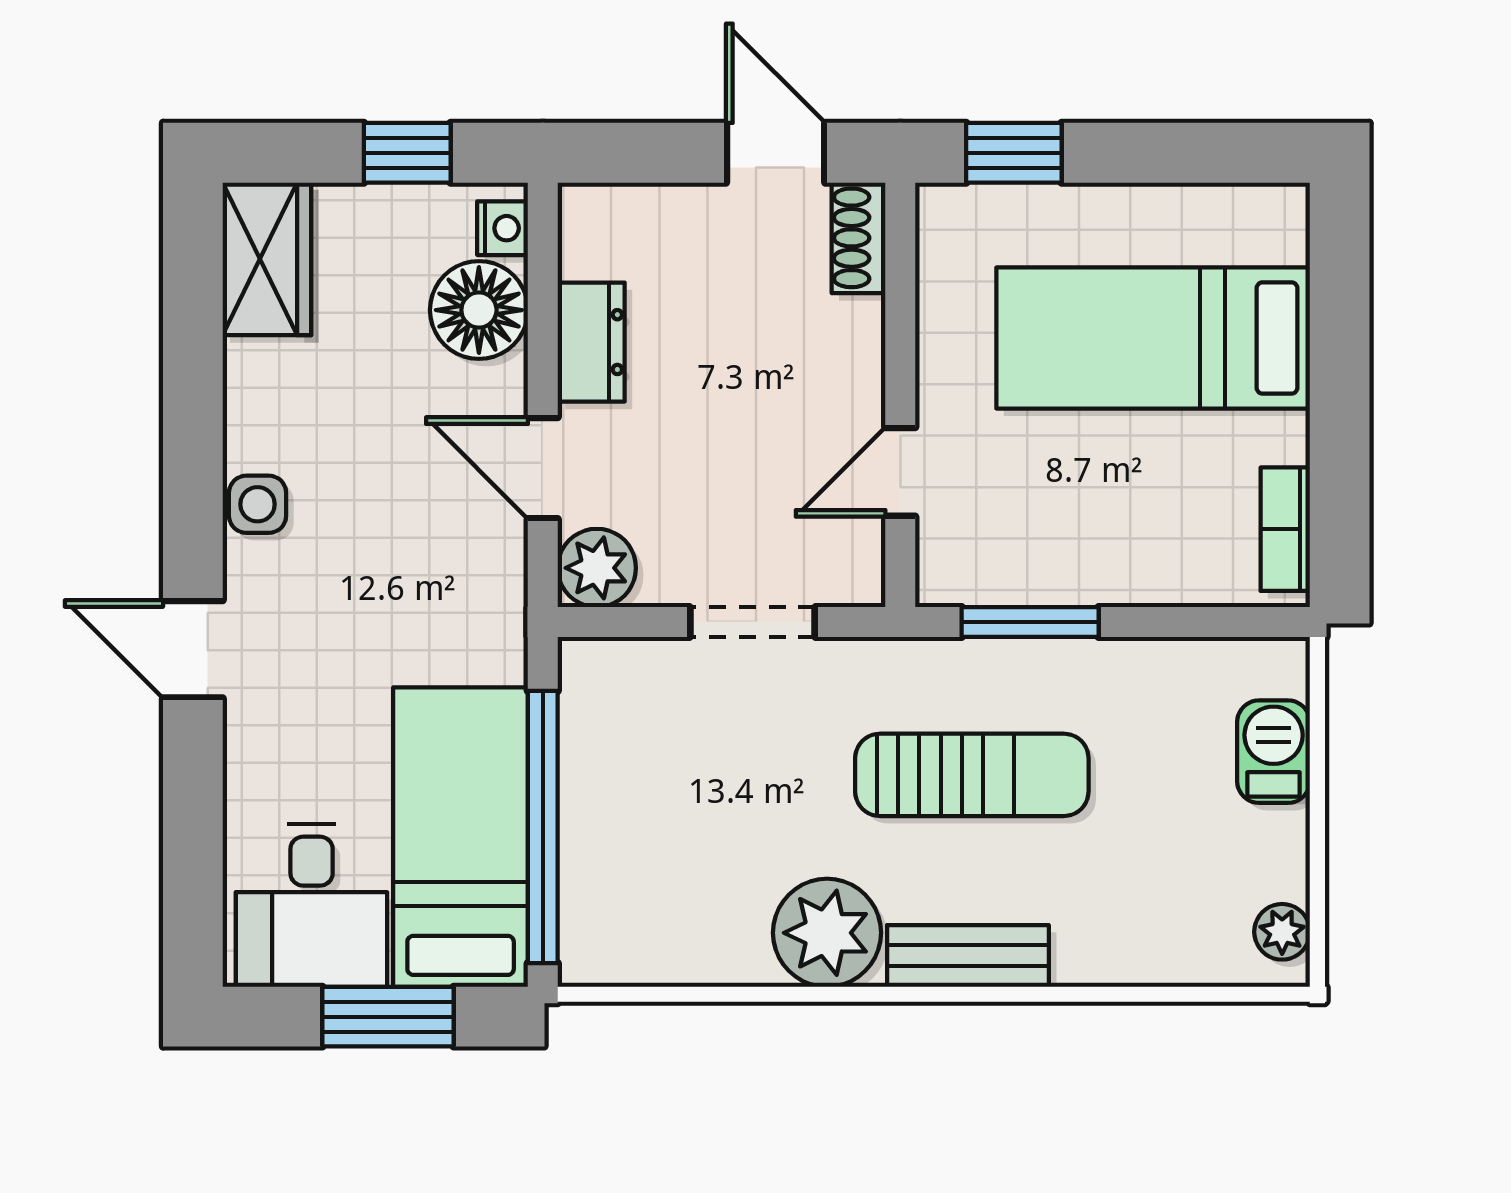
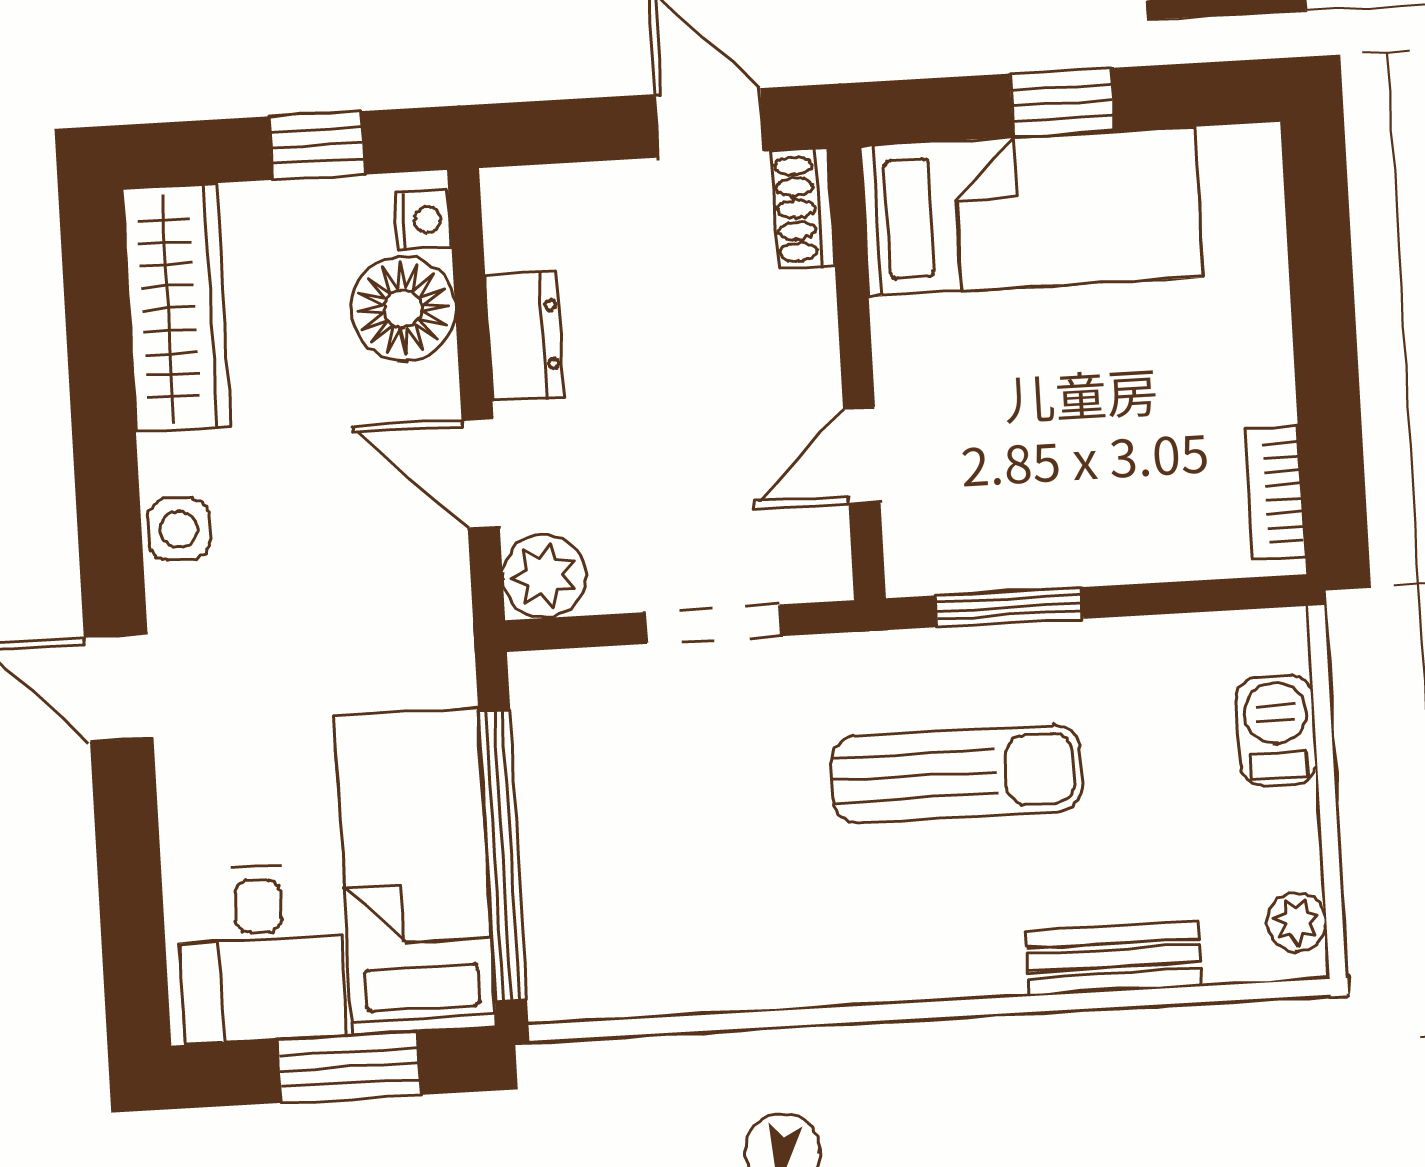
window: (1014, 153) -> (1062, 103), moved
wardrobe: (267, 259) -> (176, 308), width x1.50
bed: (1153, 338) -> (1031, 212), moved, turned 180
plant: (827, 933) -> (812, 951), removed
bench: (968, 956) -> (1114, 958), moved

